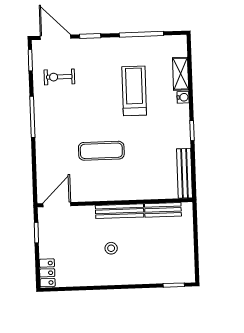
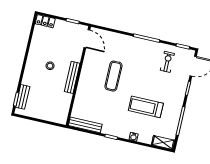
shelving: (181, 74) -> (163, 142), moved
treadmill: (134, 91) -> (146, 107), turned 180
bench: (163, 210) -> (23, 97), moved

